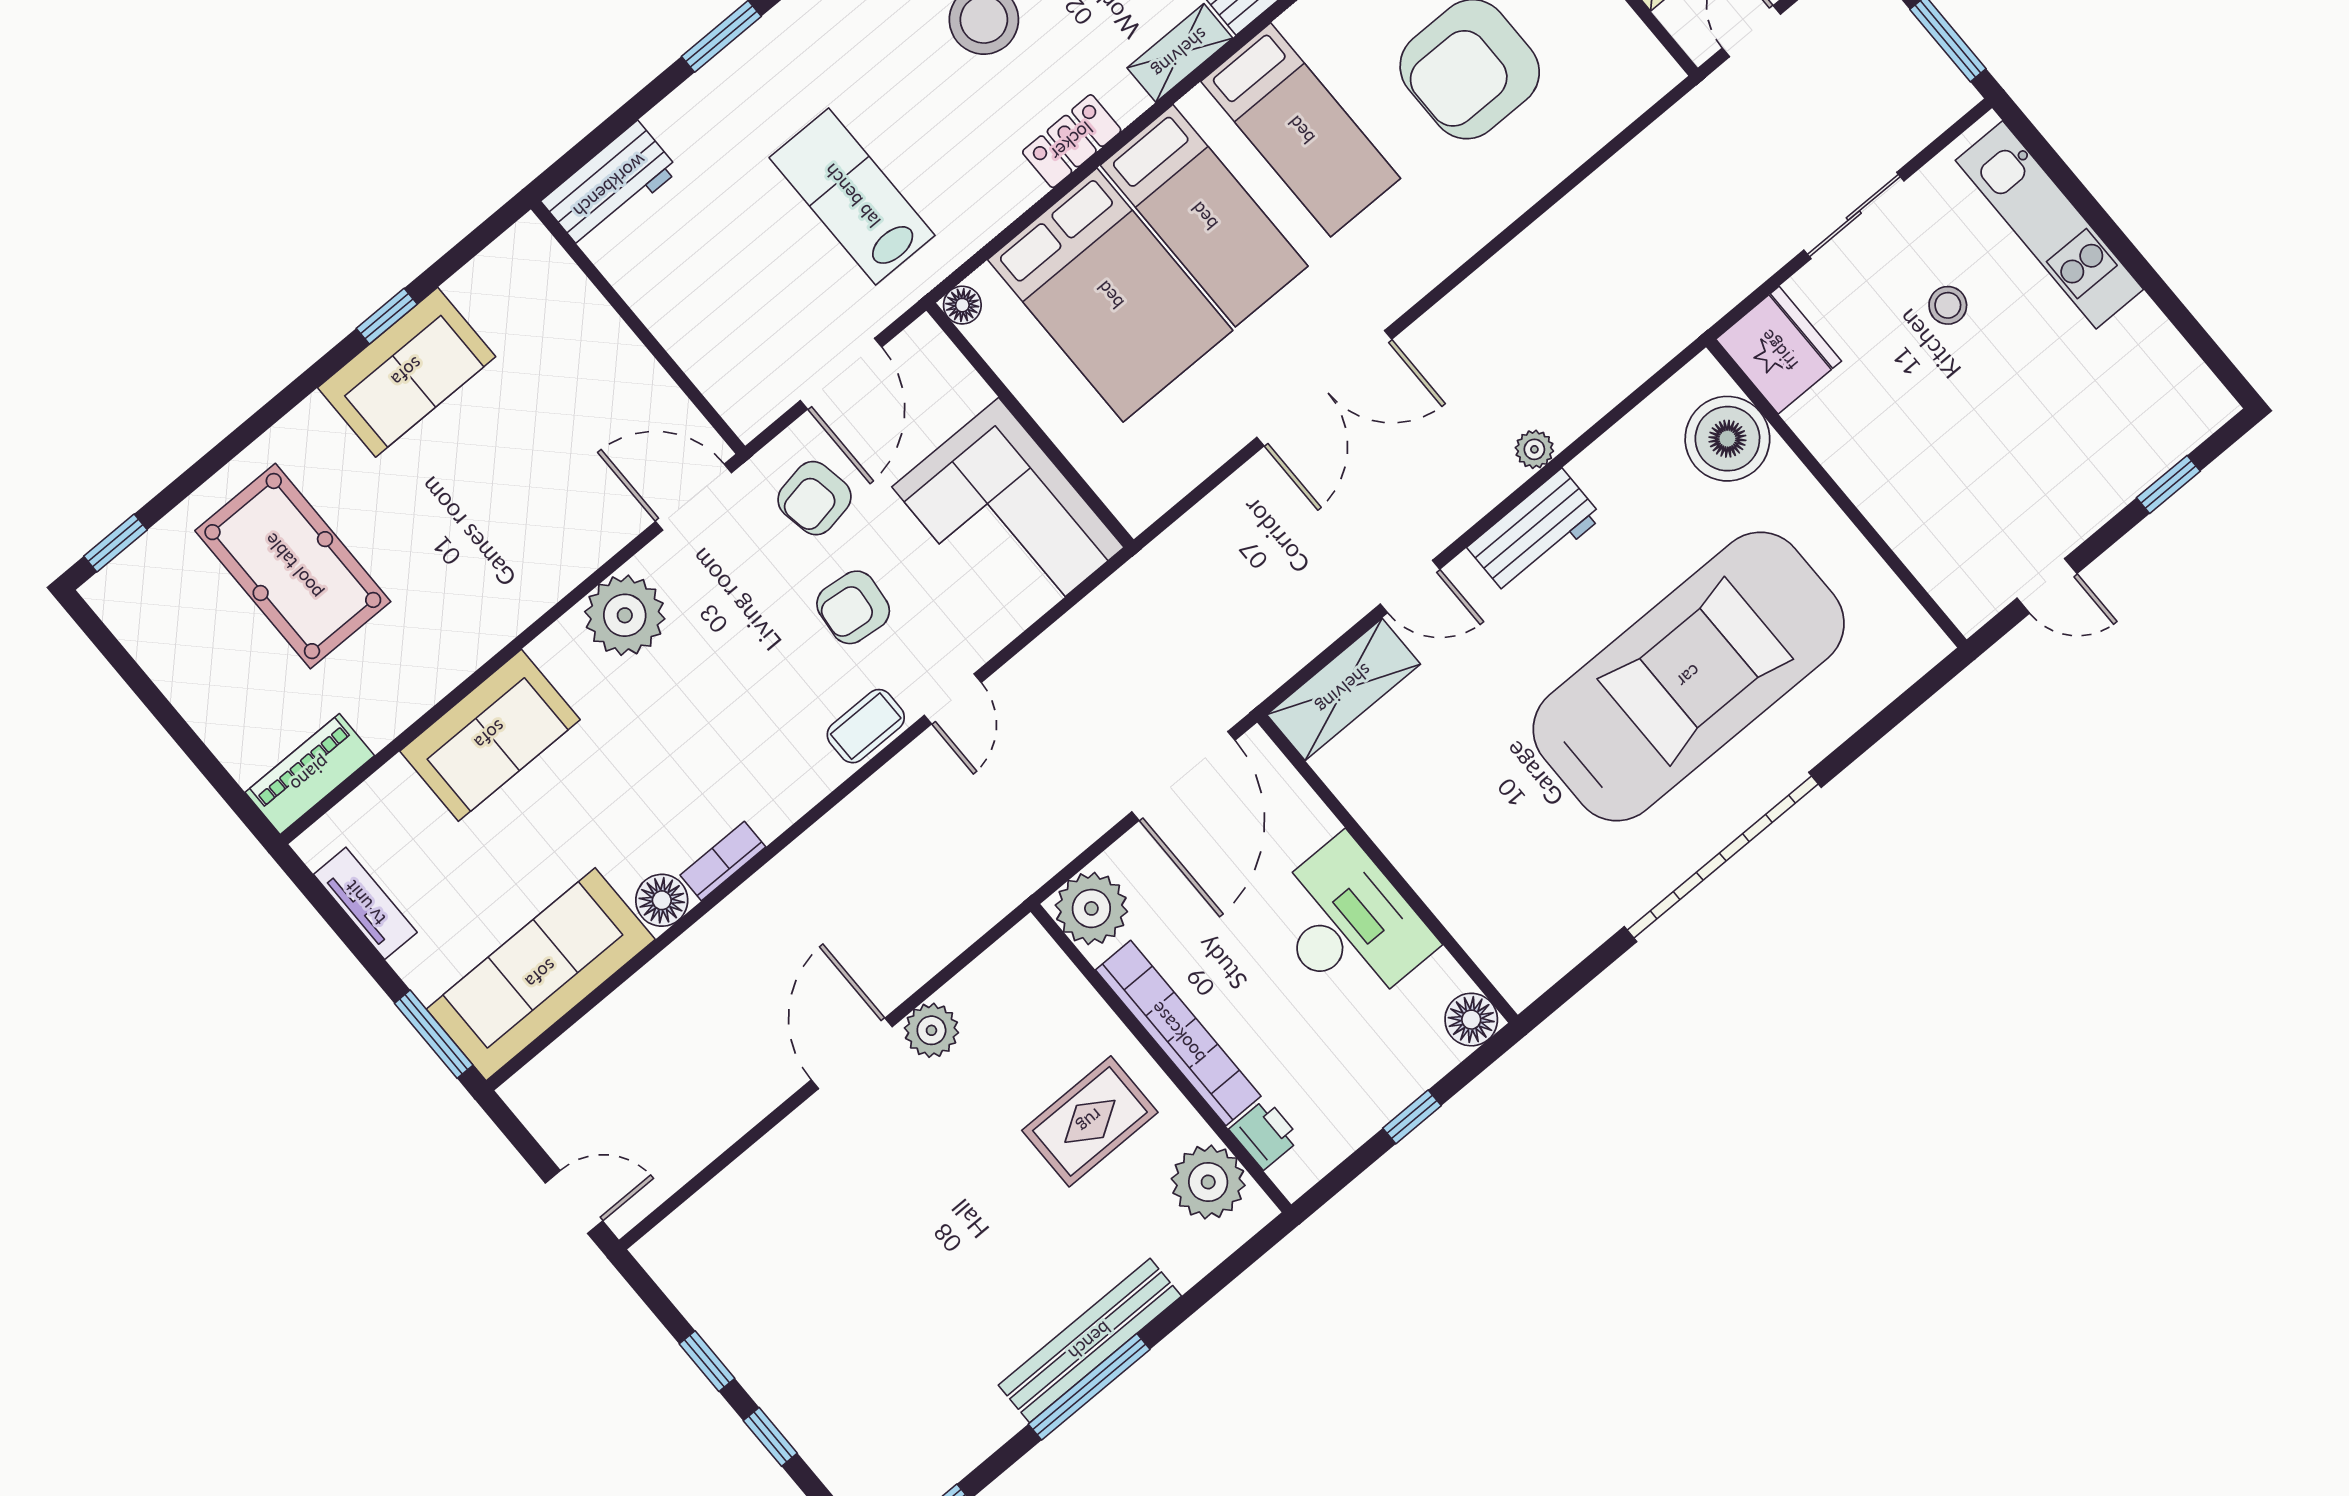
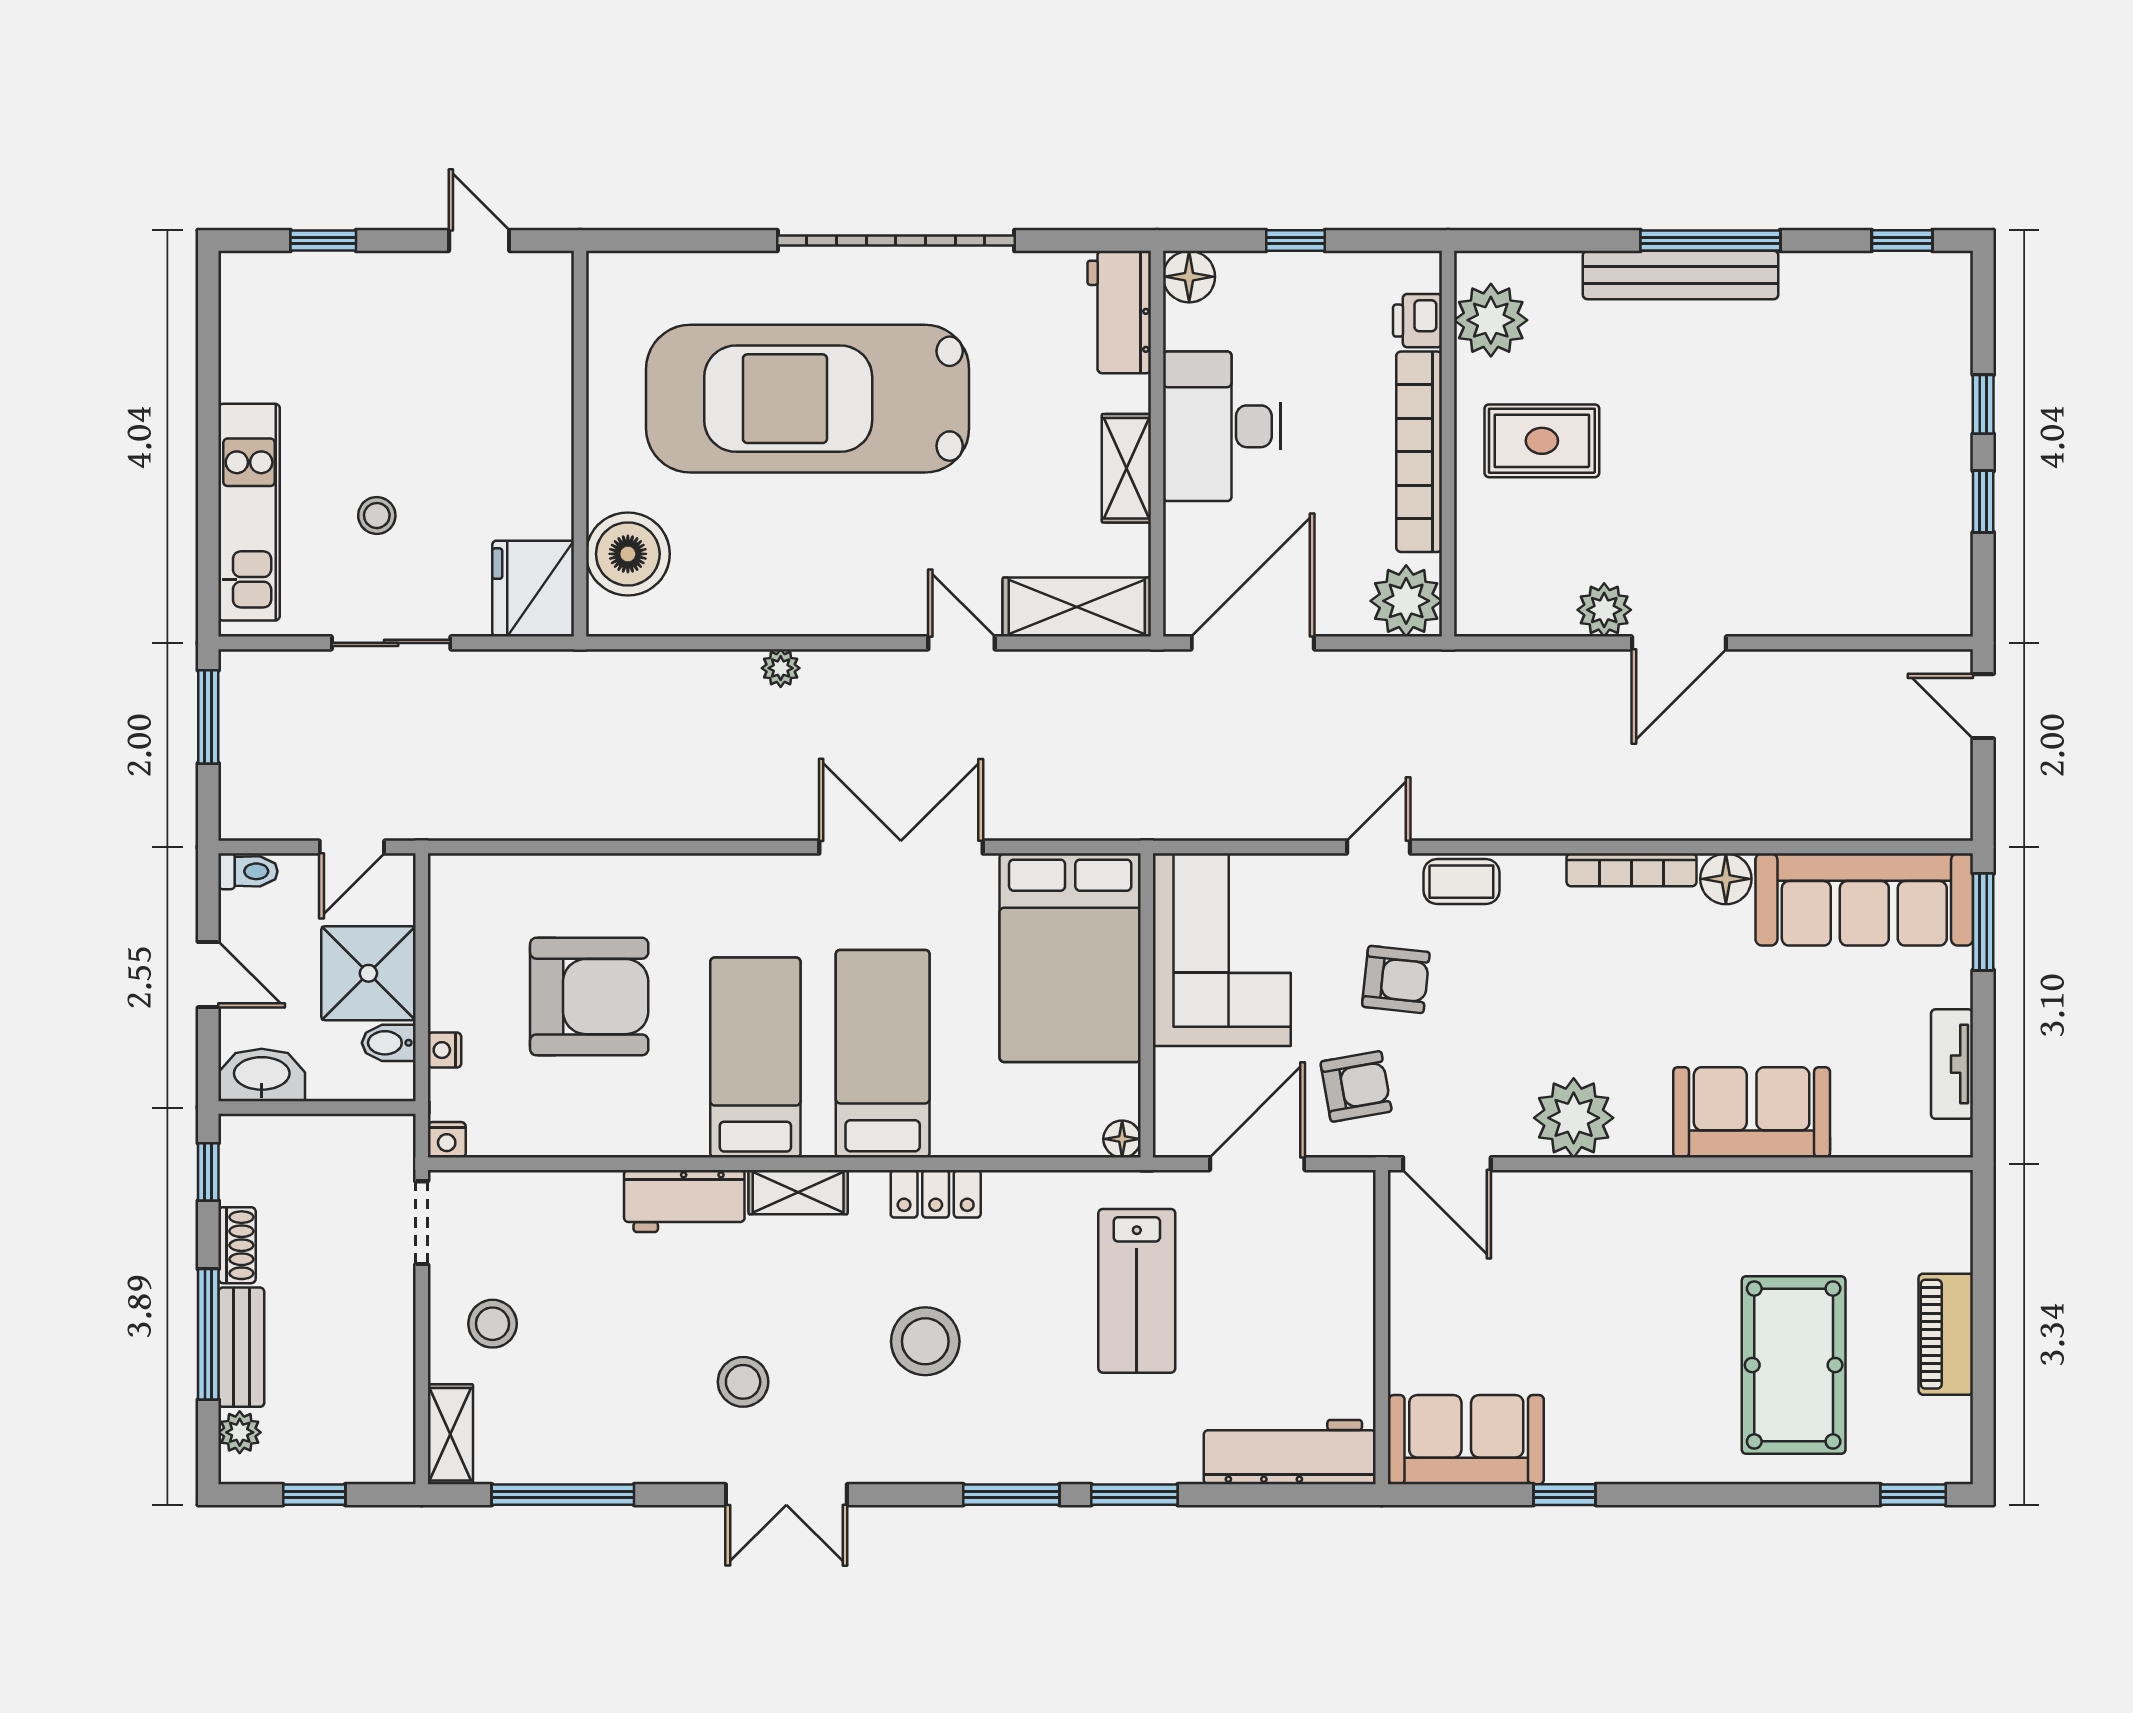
workbench: (610, 186) -> (1290, 1452), width x1.38
bed: (1110, 295) -> (1070, 958), moved, turned 180
sofa: (407, 372) -> (1466, 1440), moved
workbench: (1535, 532) -> (1119, 312), moved, turned -90
piano: (310, 774) -> (1946, 1334), moved, turned 90
shelving: (1395, 830) -> (1126, 468), added
bookcase: (723, 861) -> (1632, 870), width x1.56

